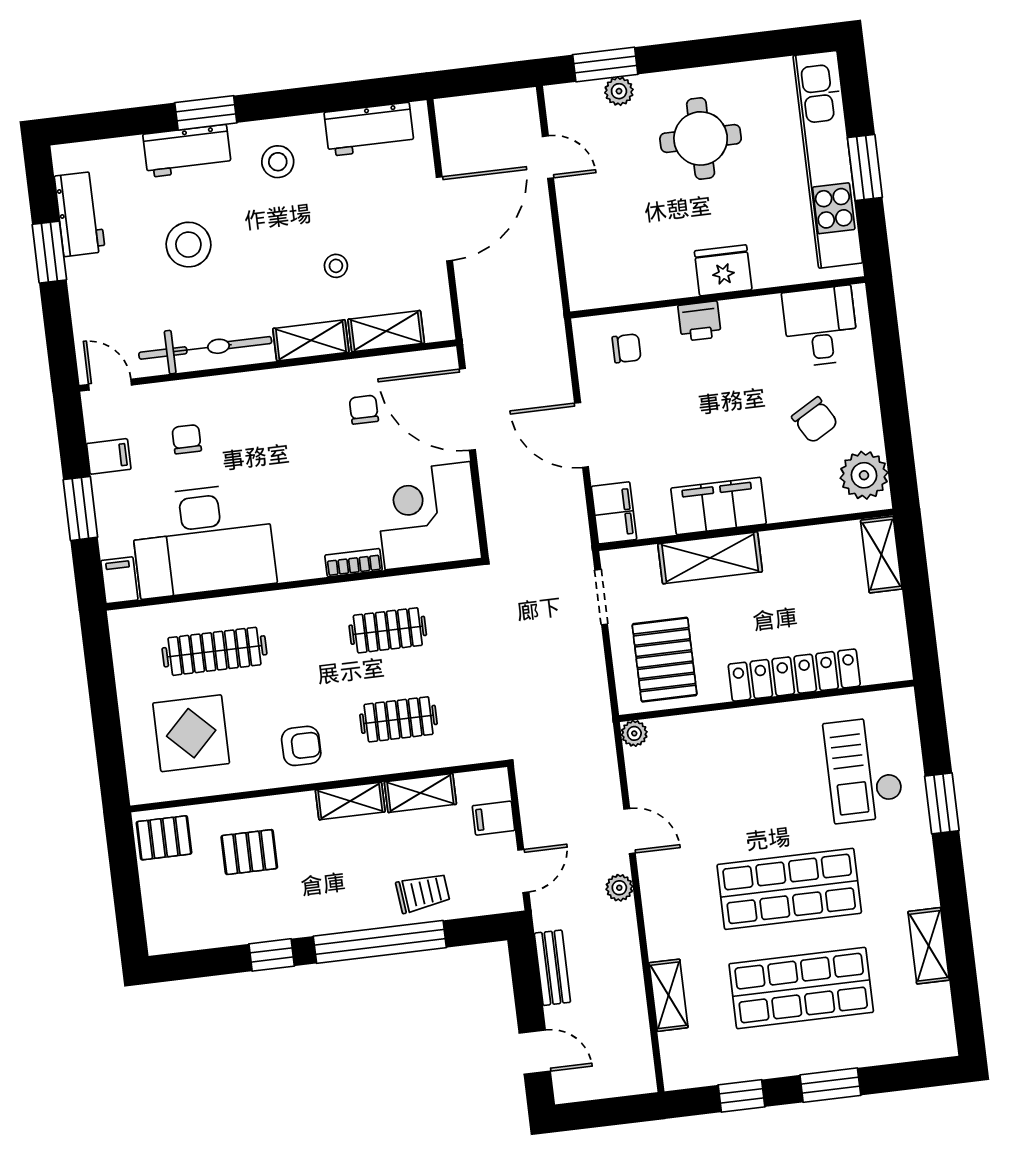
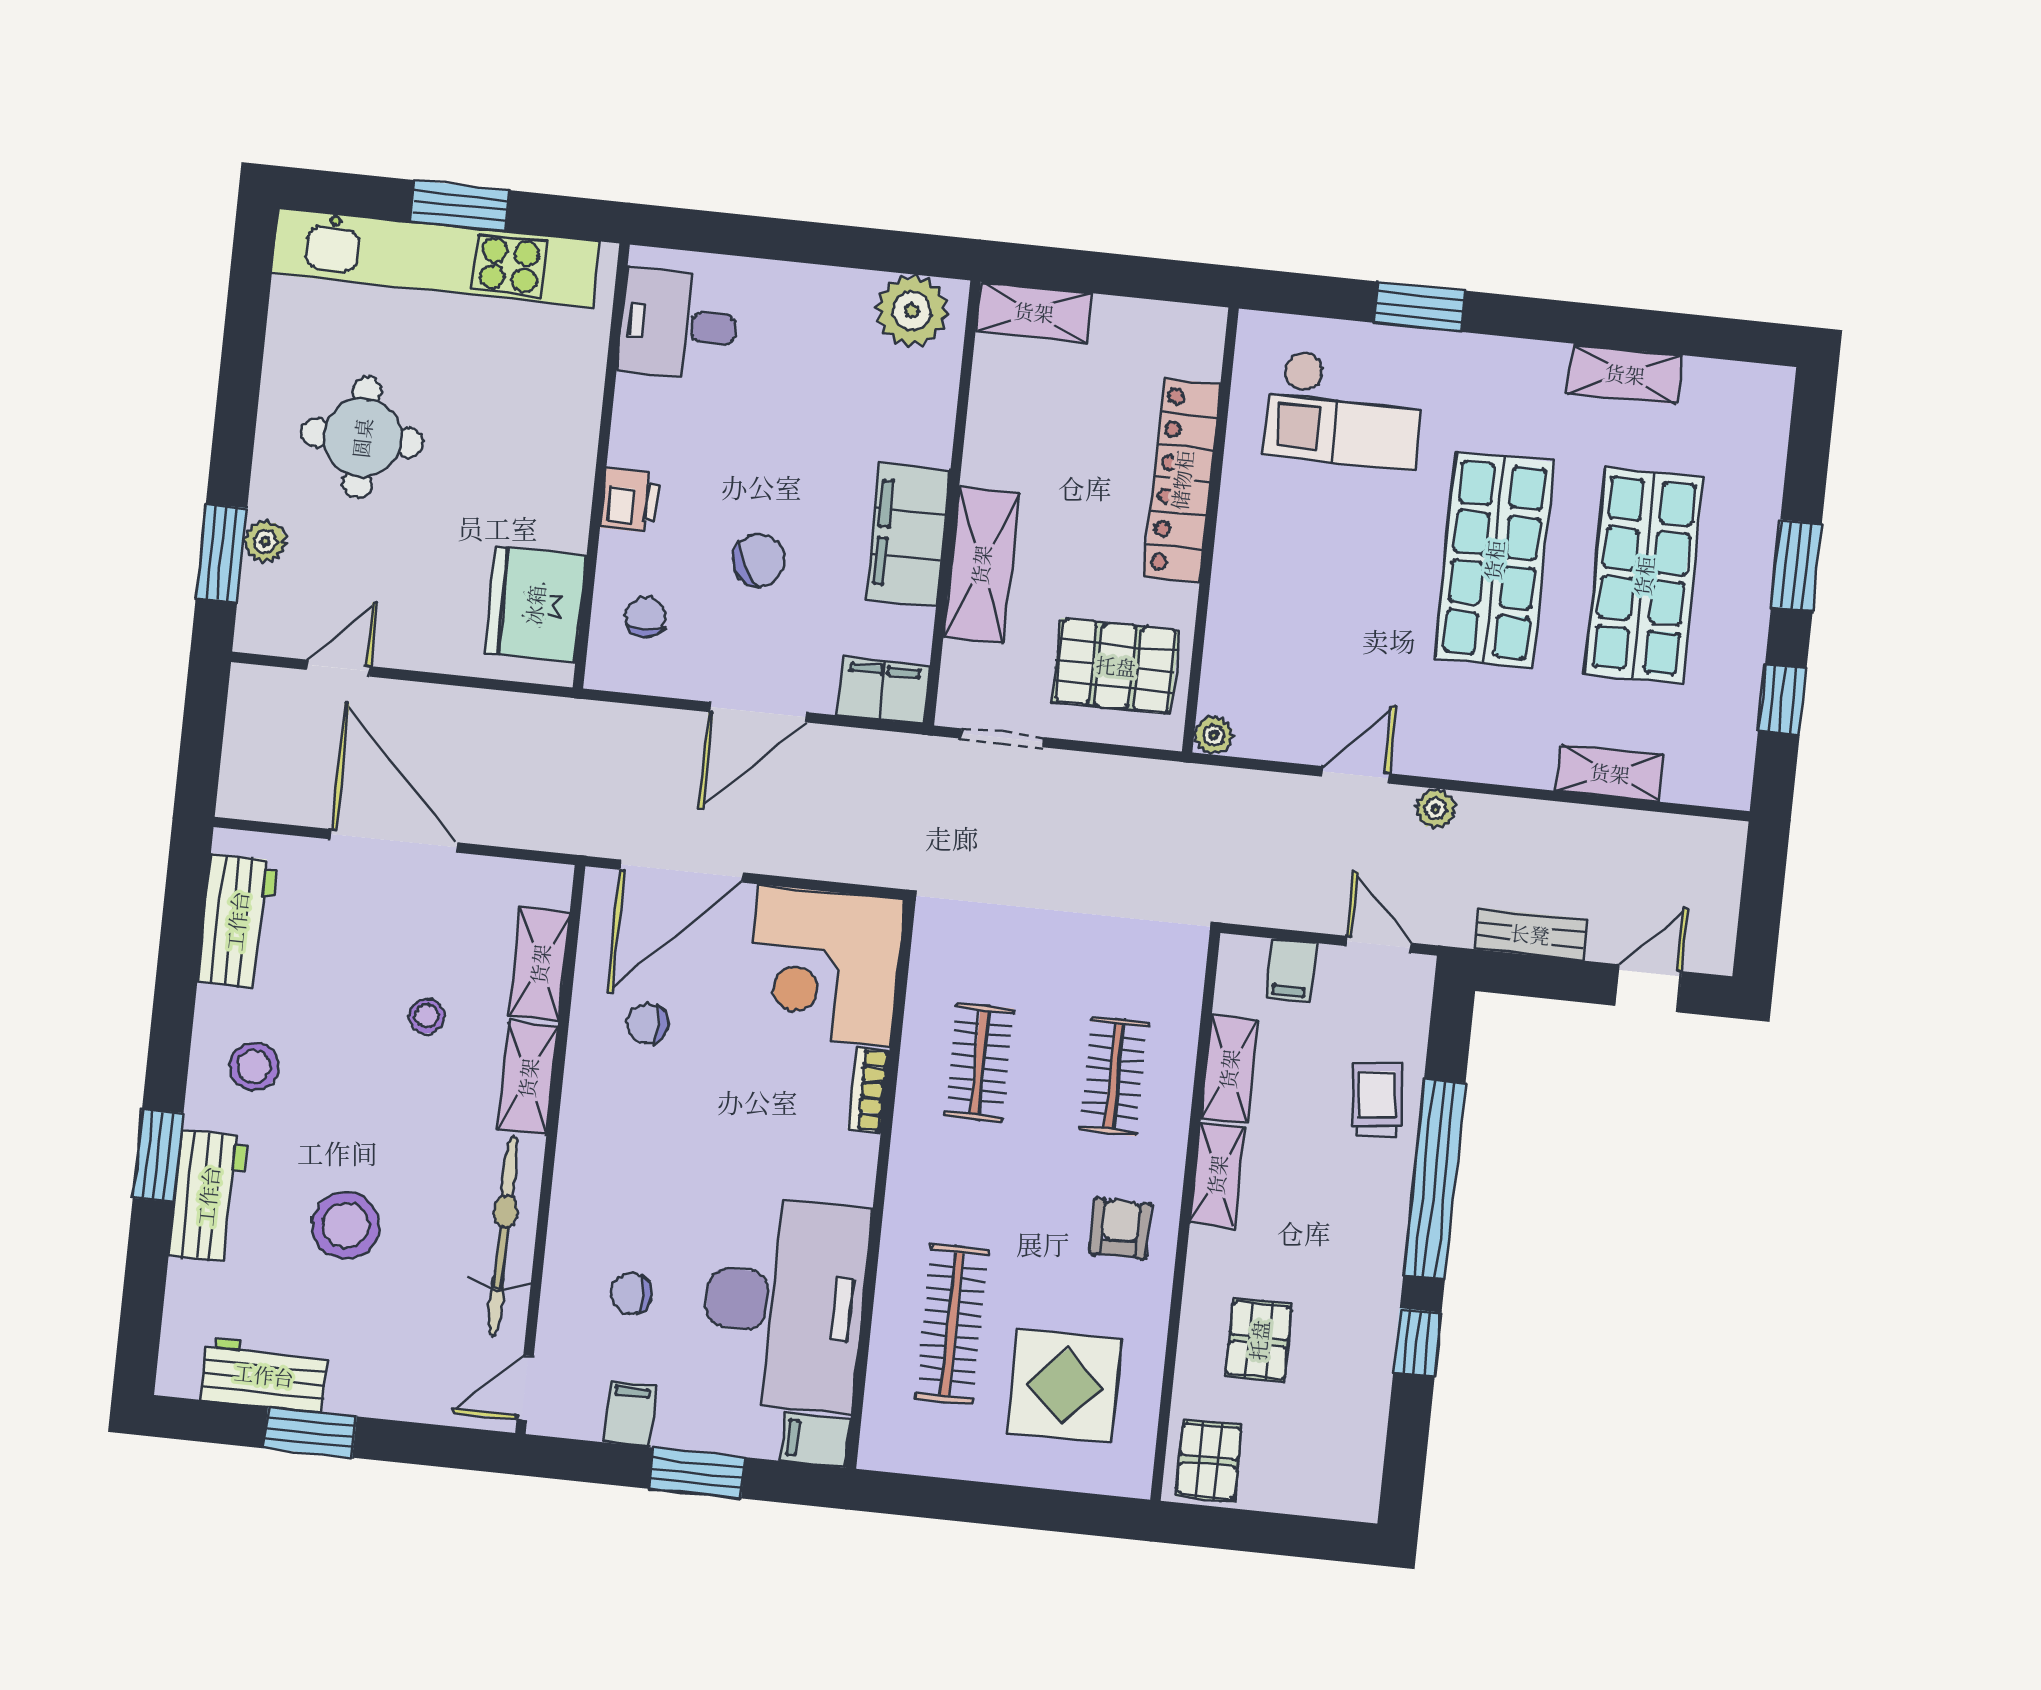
fridge: (723, 270) -> (535, 605), moved, width x1.36, depth x1.34
chair: (815, 420) -> (759, 560), moved

